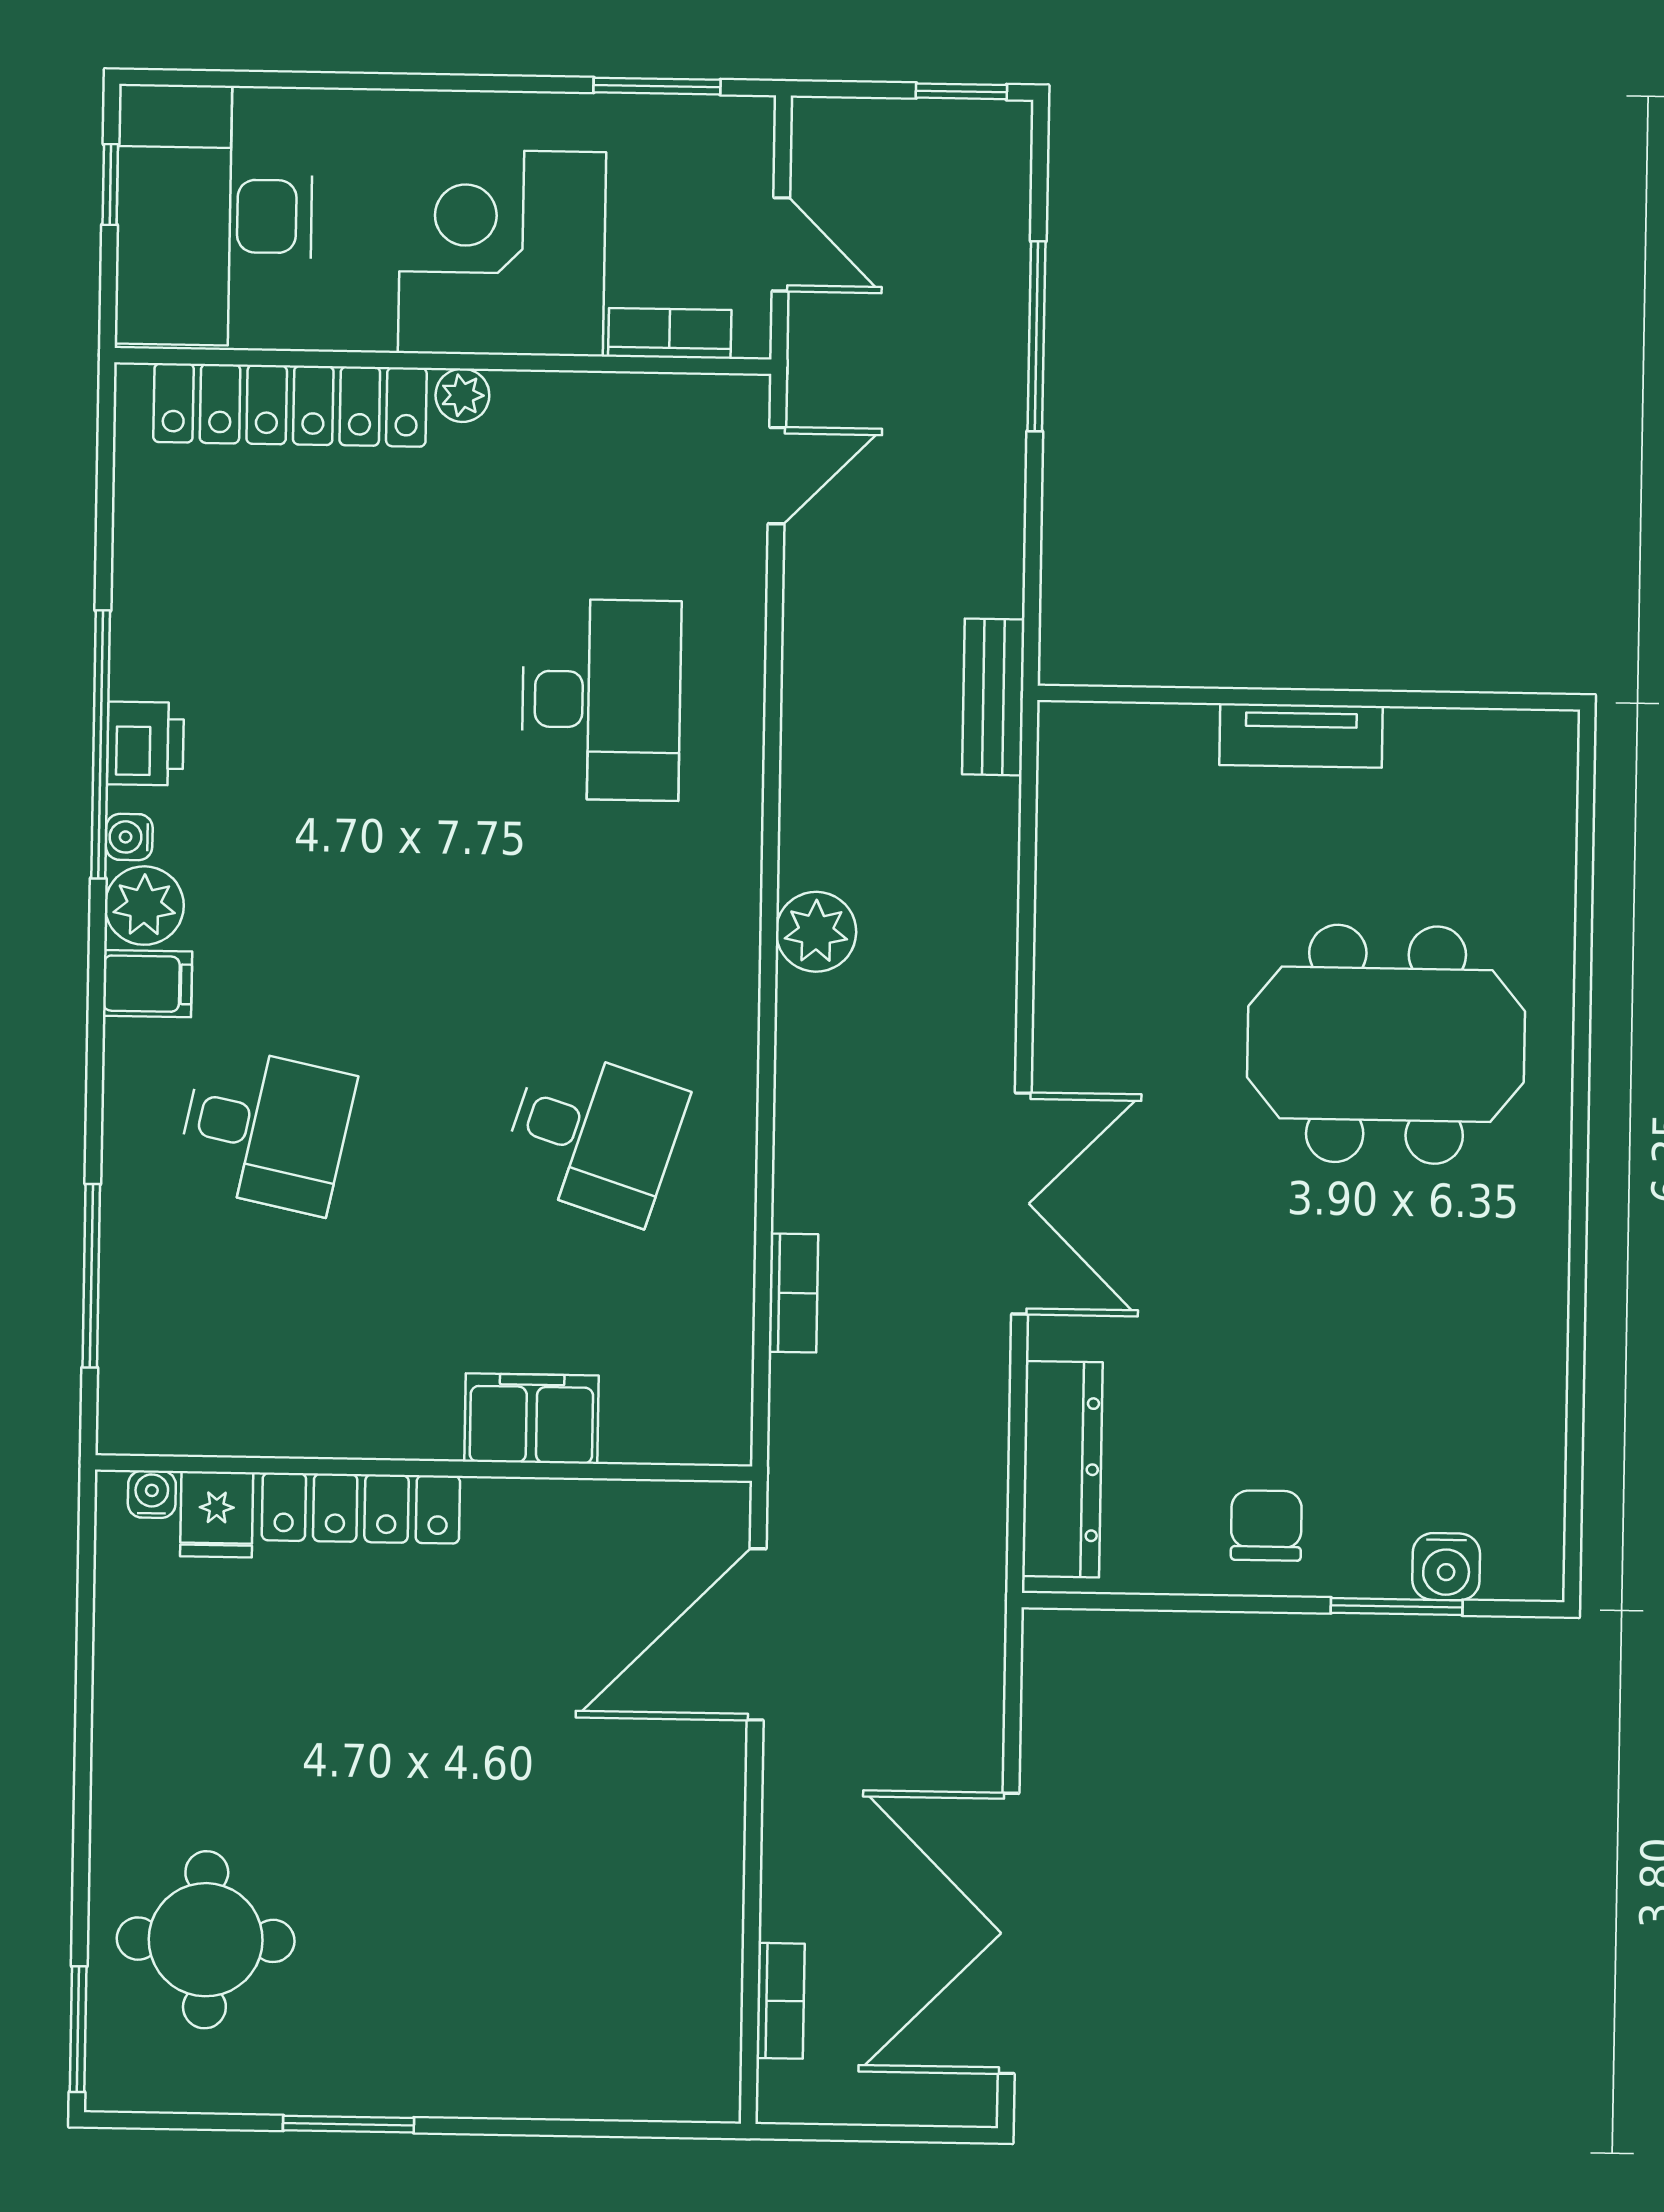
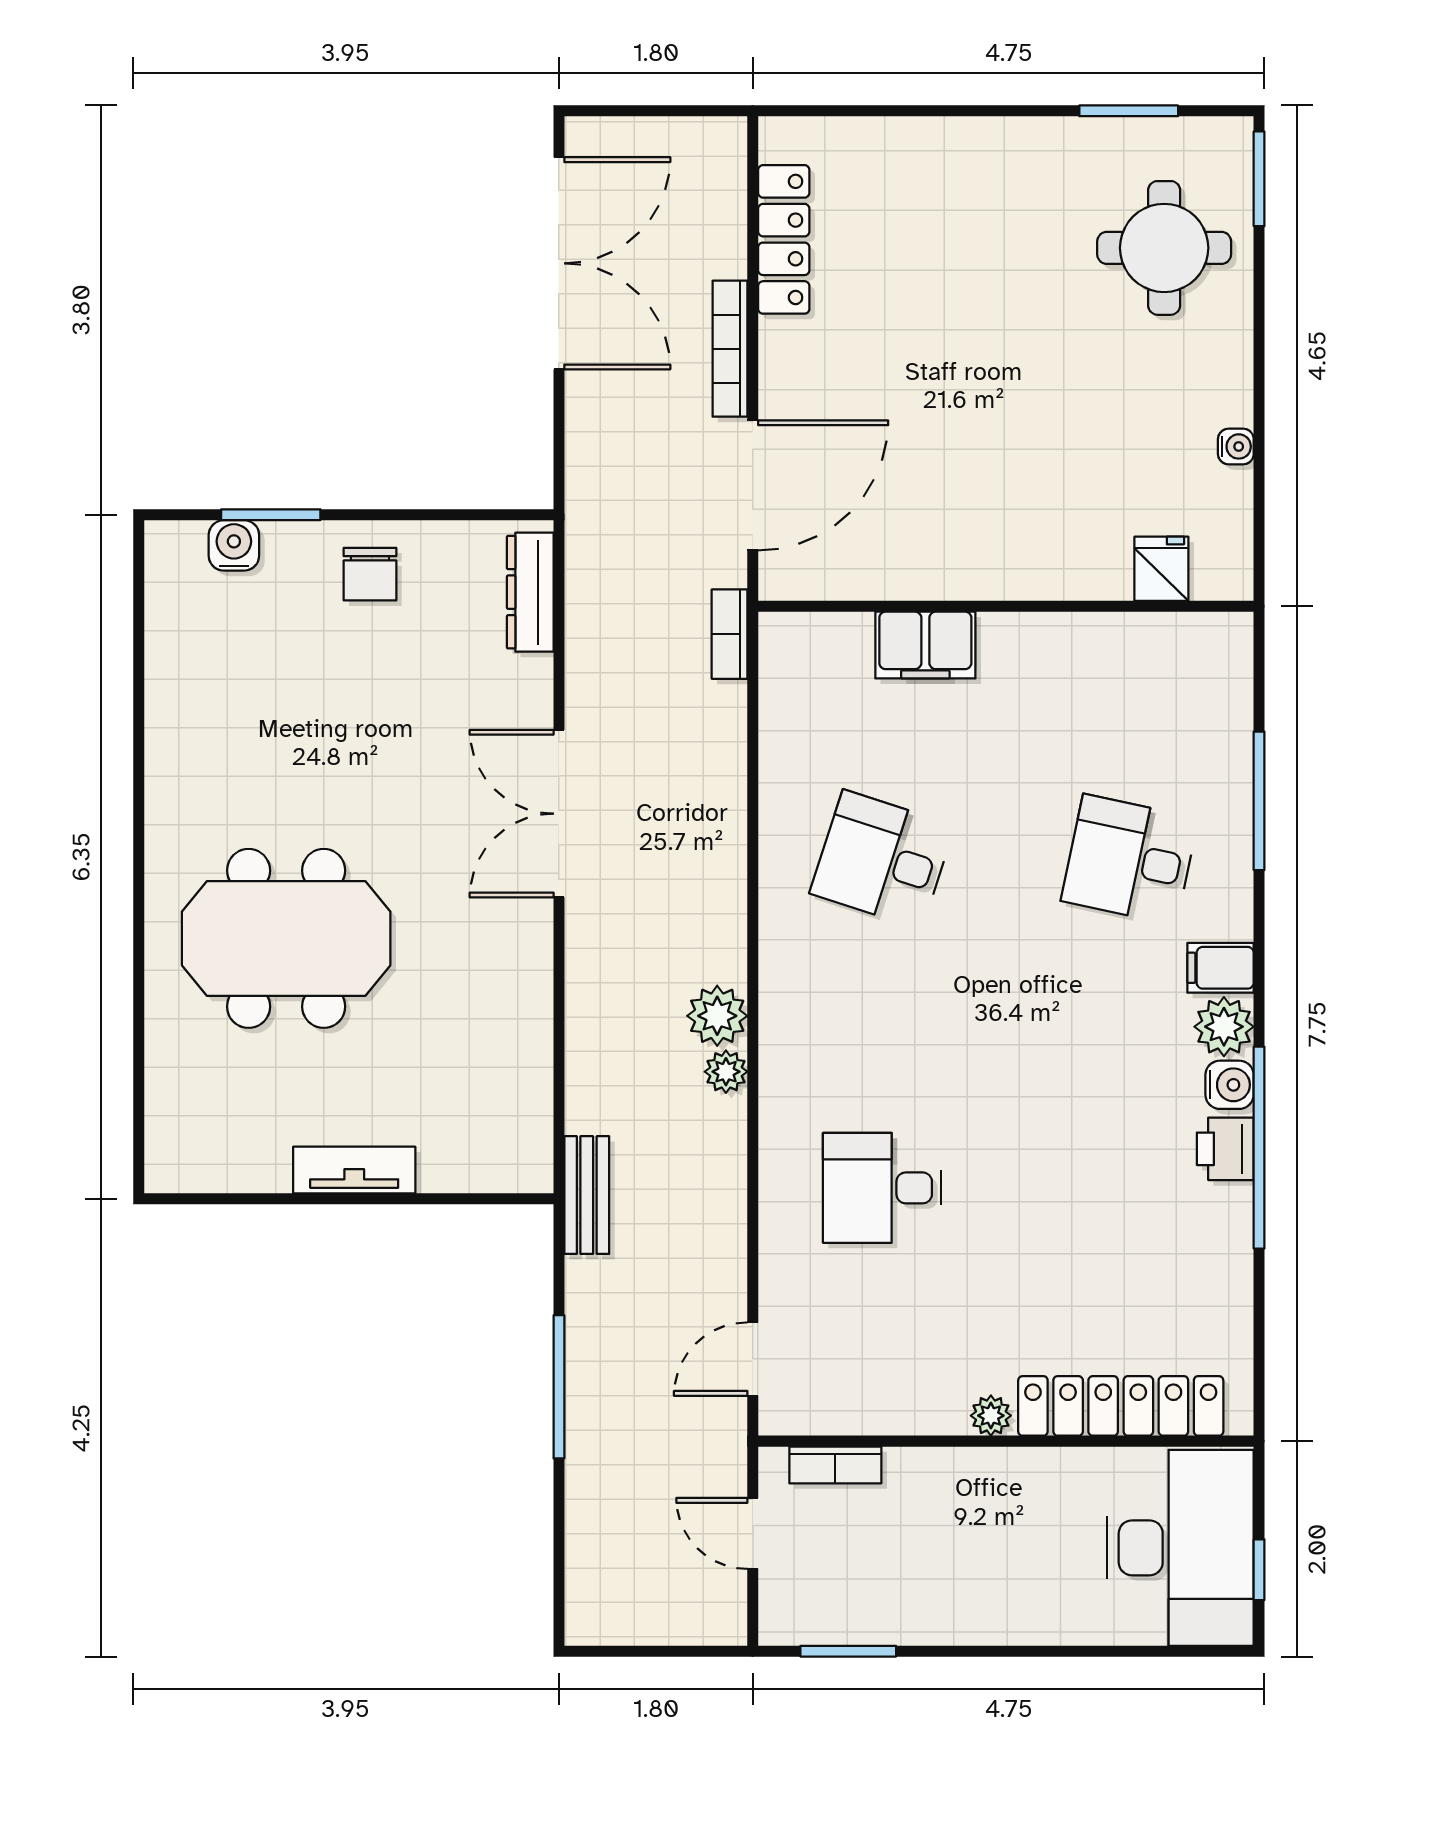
window: (961, 91) -> (619, 1651), removed
corner desk: (502, 253) -> (963, 1524), removed
window: (1036, 336) -> (559, 1387), moved
desk: (601, 700) -> (882, 1188), width x0.73
water cooler: (129, 837) -> (1230, 1085), width x1.38, depth x1.38
plant: (806, 857) -> (726, 1072), added
window: (91, 1276) -> (1259, 801), moved
bookcase: (793, 1293) -> (730, 634), moved
dresser: (1062, 1469) -> (530, 592), width x0.73, depth x0.80
water cooler: (152, 1494) -> (1236, 446), moved, turned -90
locker: (361, 1508) -> (784, 239), moved, turned 90
bookcase: (780, 2001) -> (730, 349), moved, width x1.56
window: (348, 2124) -> (1129, 111), moved

